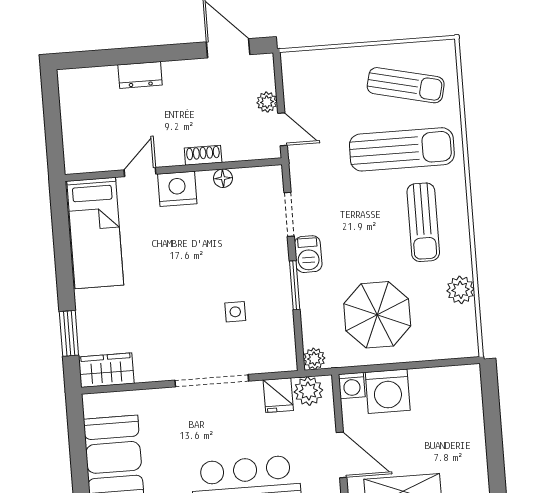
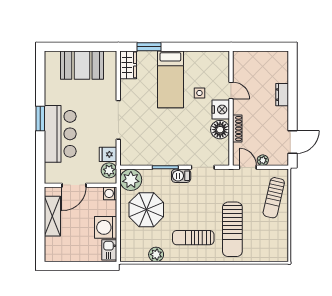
sun lounger: (406, 85) -> (274, 198), moved
door: (283, 129) -> (248, 167), swing flipped
shoe rack: (203, 155) -> (237, 129), width x1.43
floor lamp: (223, 178) -> (220, 130), width x1.89, depth x1.89
bed: (95, 233) -> (170, 79), moved, turned -90
side table: (235, 312) -> (199, 93), moved
plant: (314, 359) -> (131, 180), width x1.88, depth x1.88
kitchen sink: (458, 379) -> (109, 250), added
washing machine: (388, 391) -> (106, 227), moved

